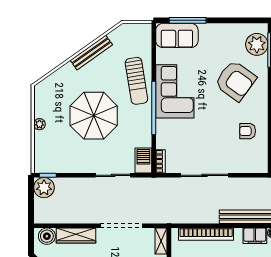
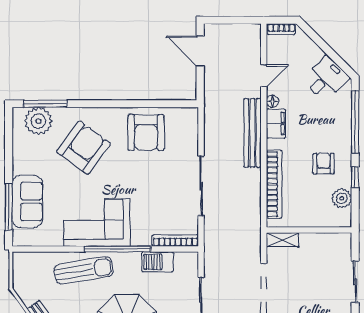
sofa: (177, 35) -> (27, 202), moved
armchair: (248, 131) -> (146, 132), width x1.88, depth x1.88
barbecue: (143, 161) -> (158, 262), moved
bookcase: (160, 161) -> (175, 241), width x1.56

